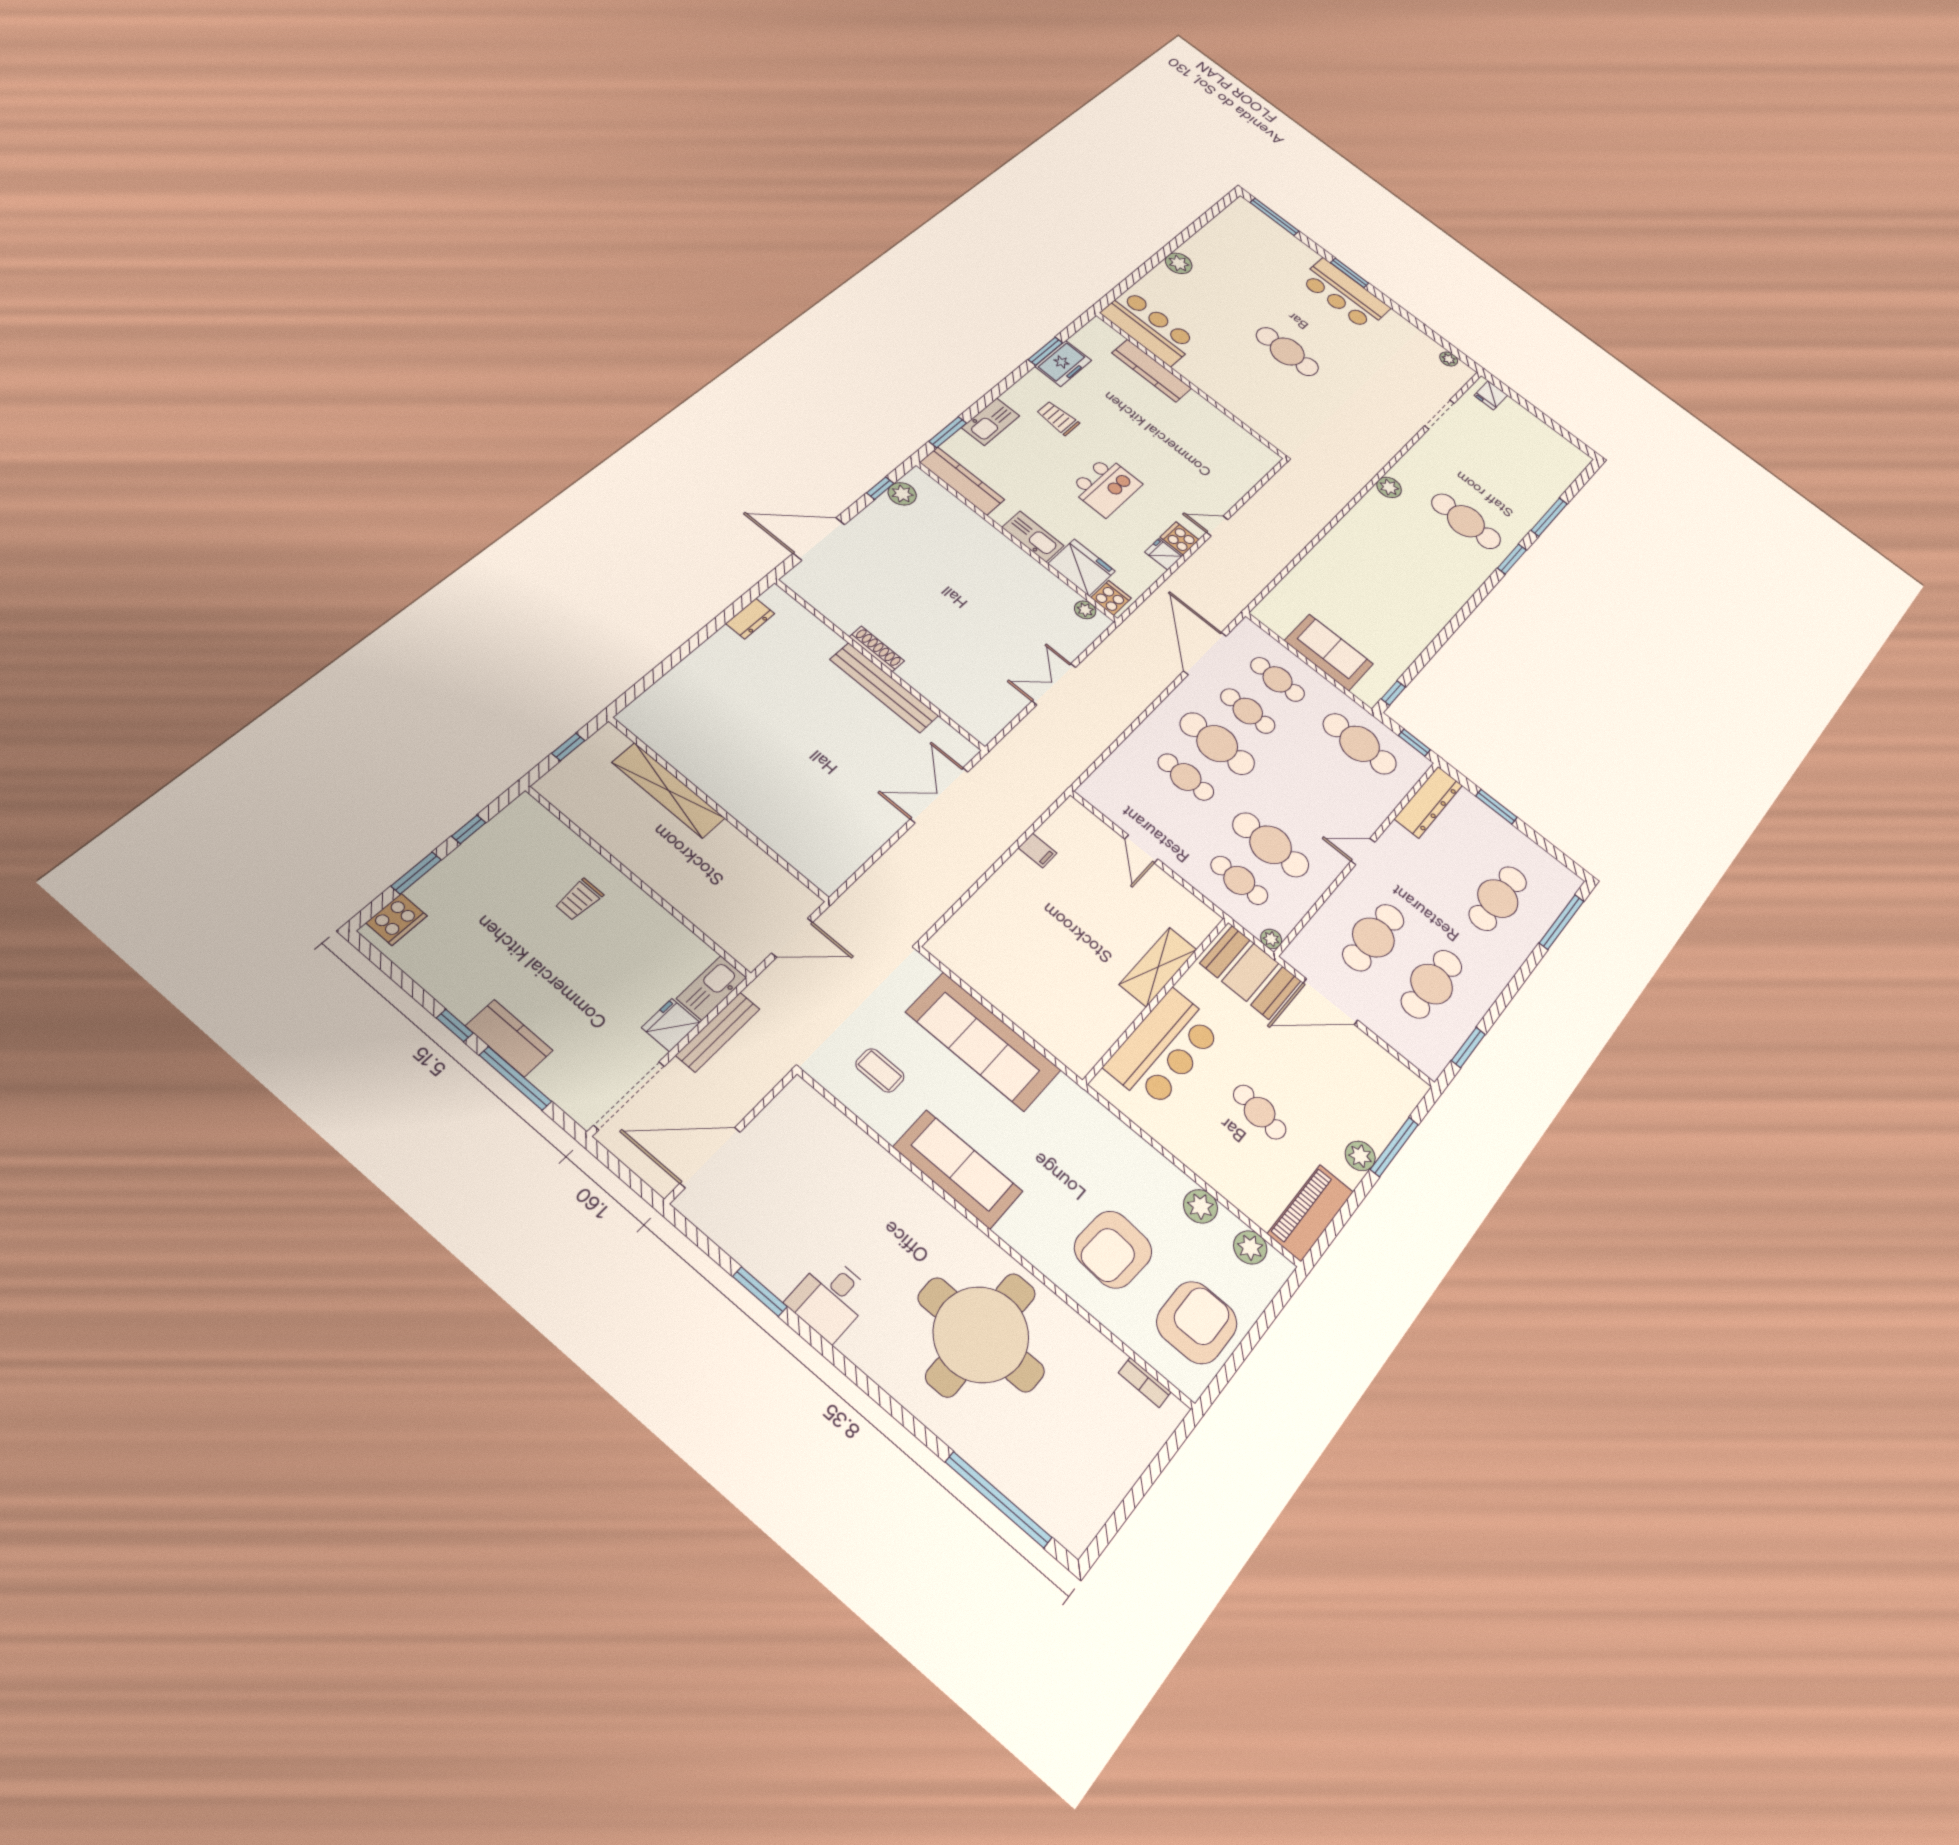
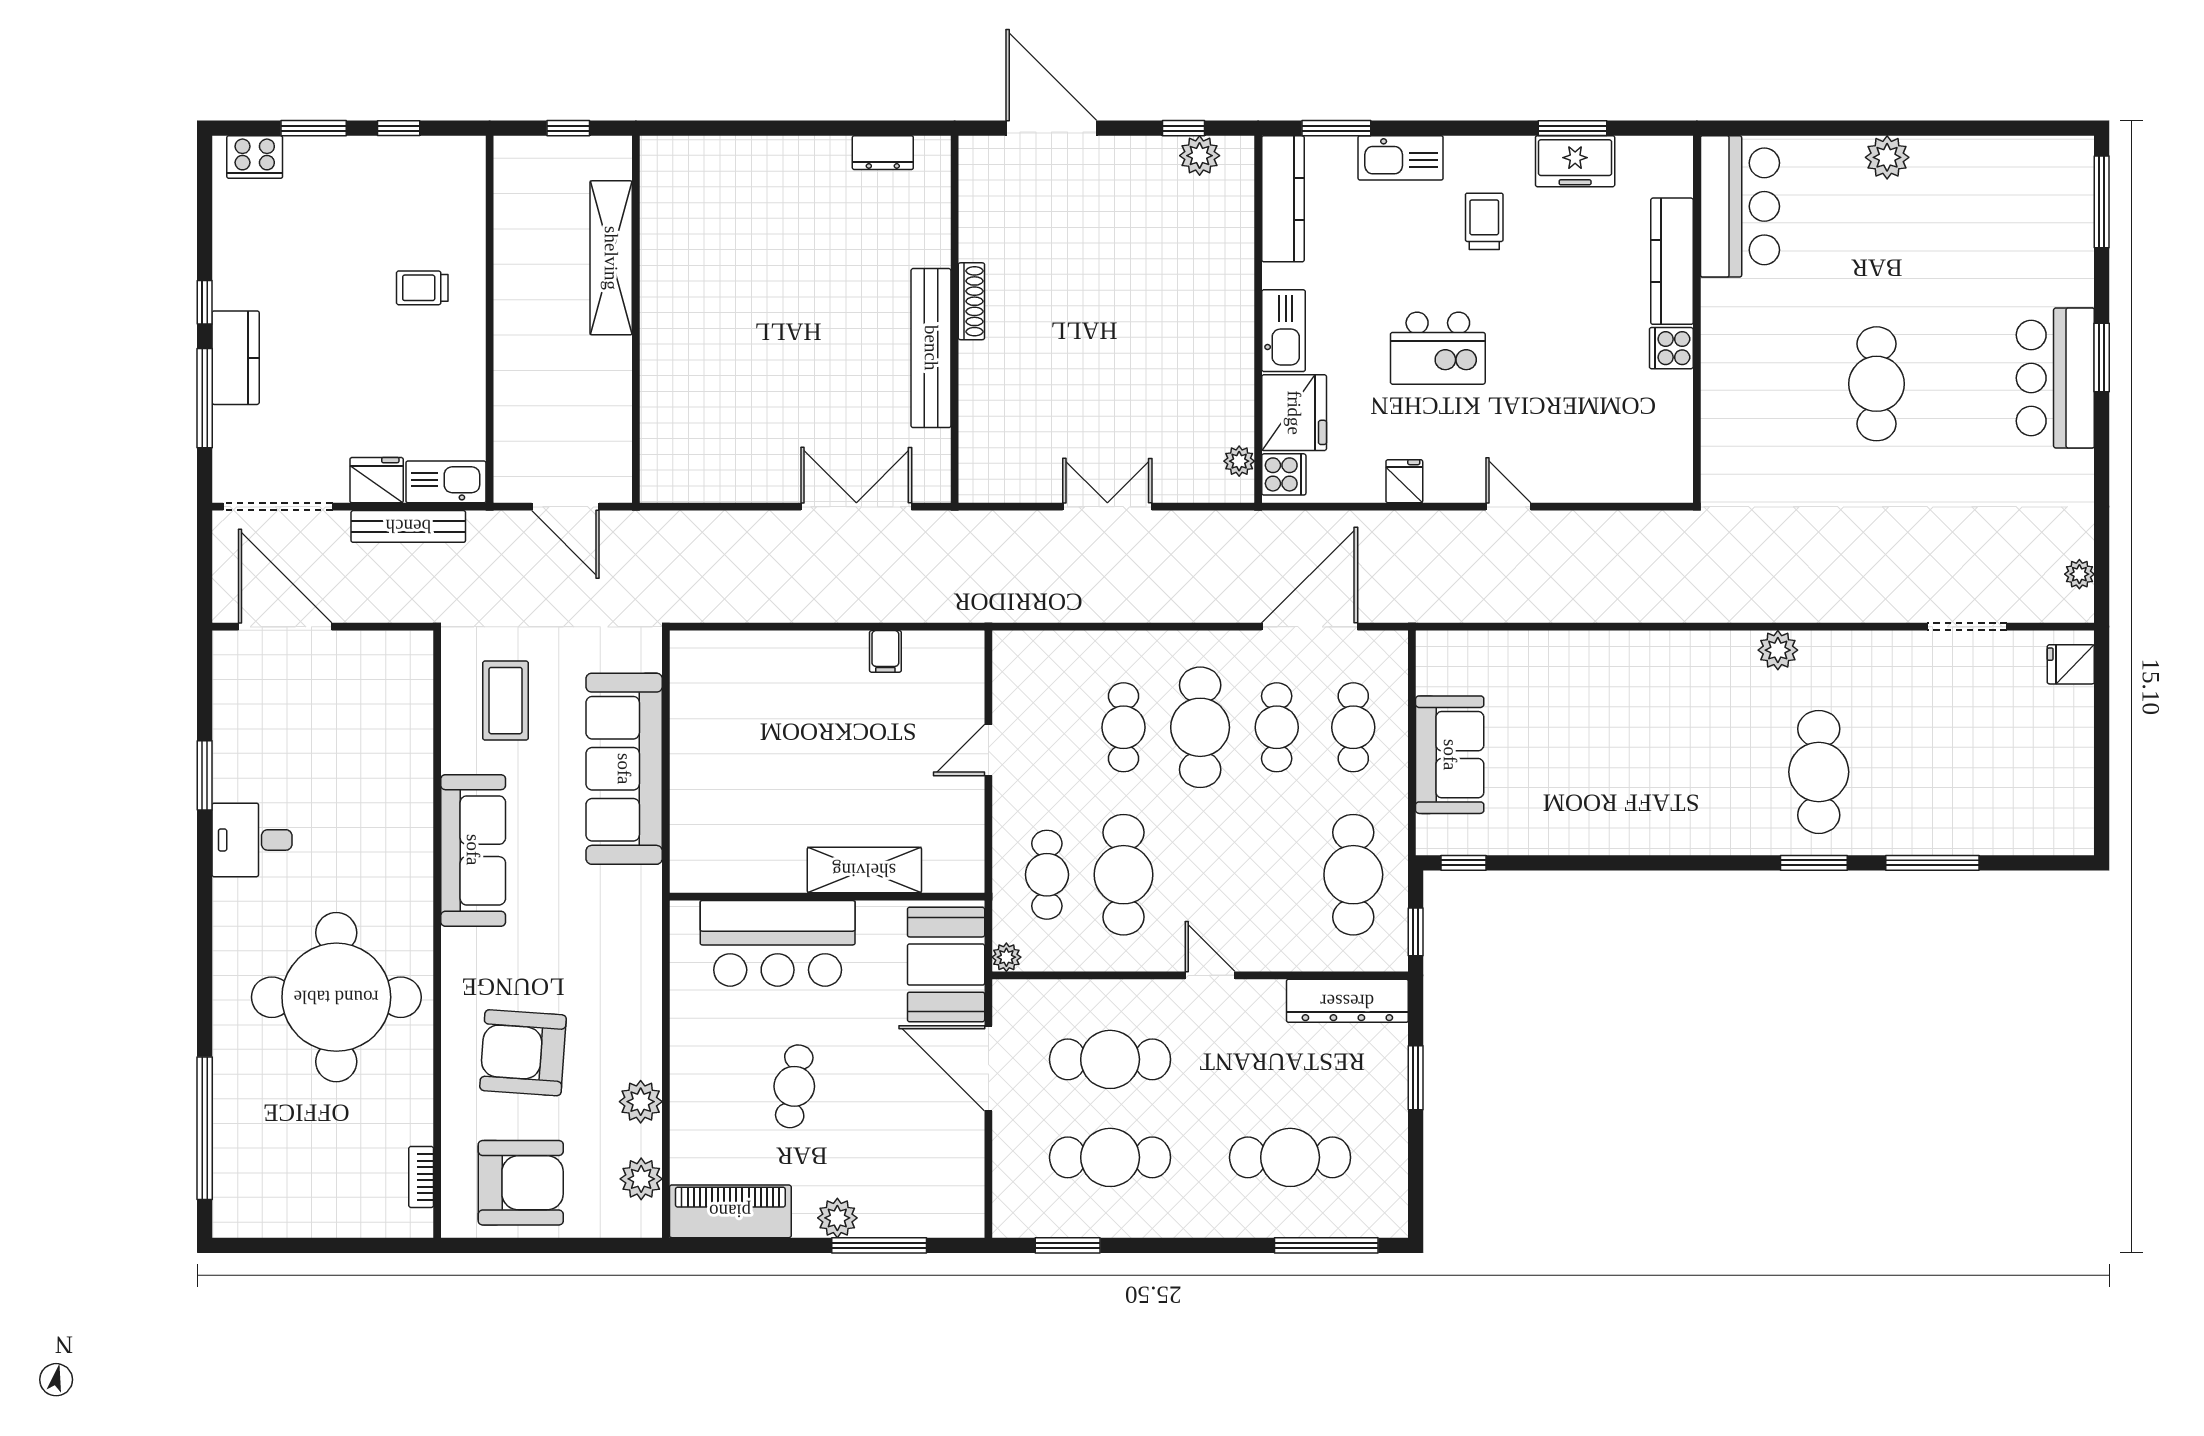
cooker: (1180, 538) -> (1671, 348), moved, turned -90
coffee table: (880, 1070) -> (506, 701), width x1.36, depth x1.30

